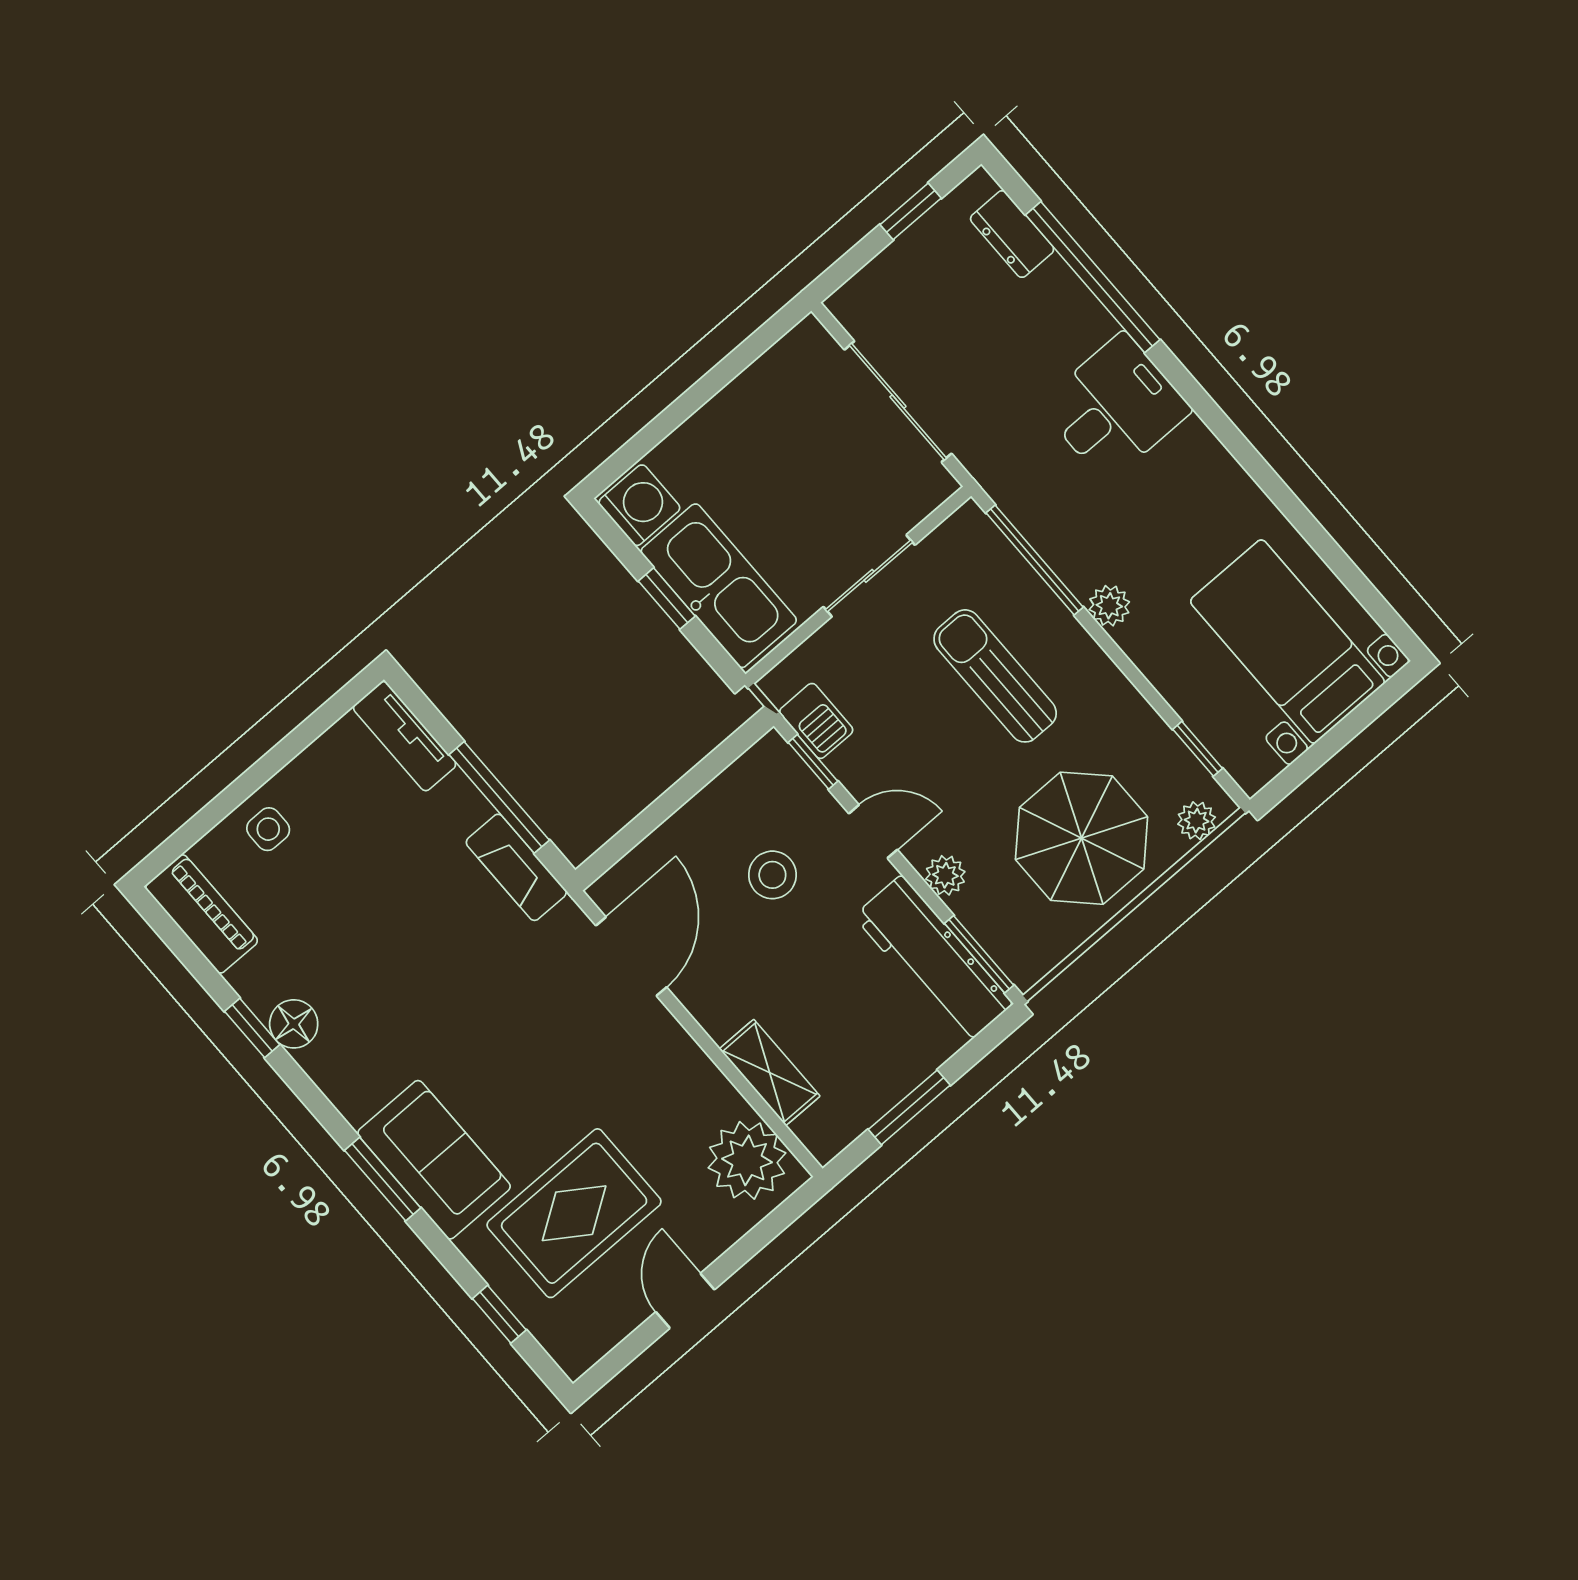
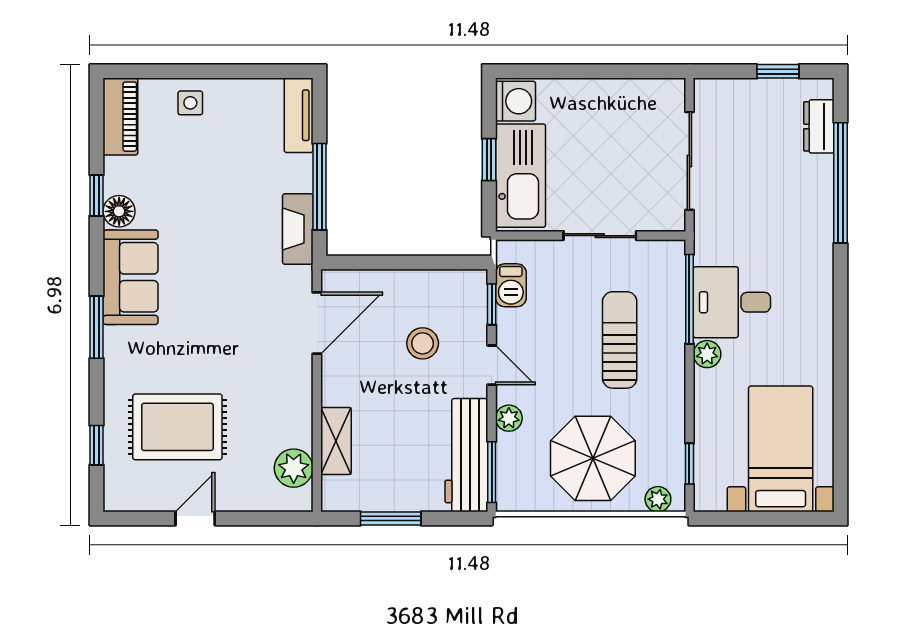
desk: (1115, 407) -> (732, 302), moved, turned 180
sofa: (434, 1160) -> (131, 277), moved
plant: (747, 1160) -> (294, 468), width x0.73, depth x0.73

